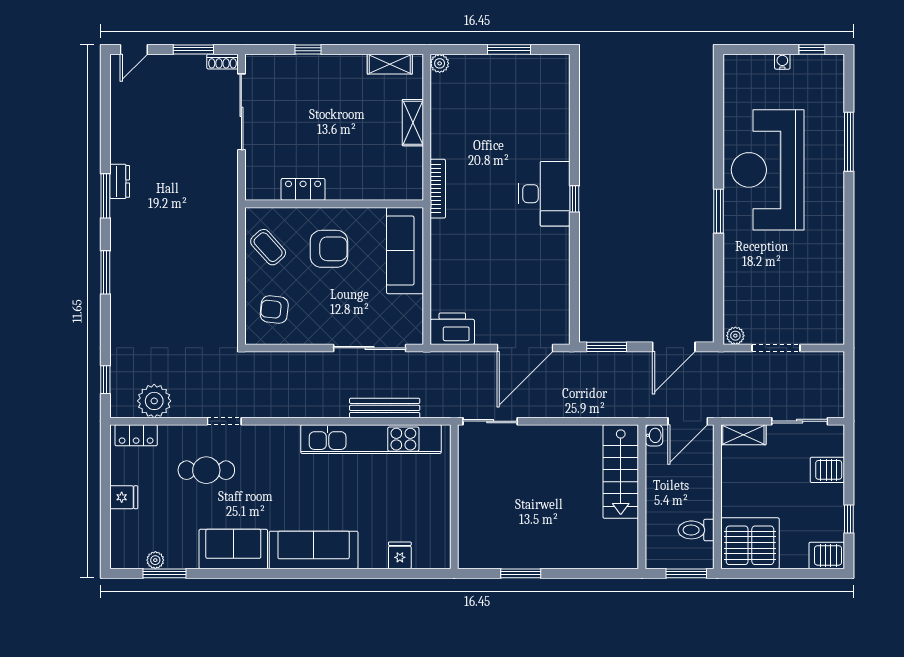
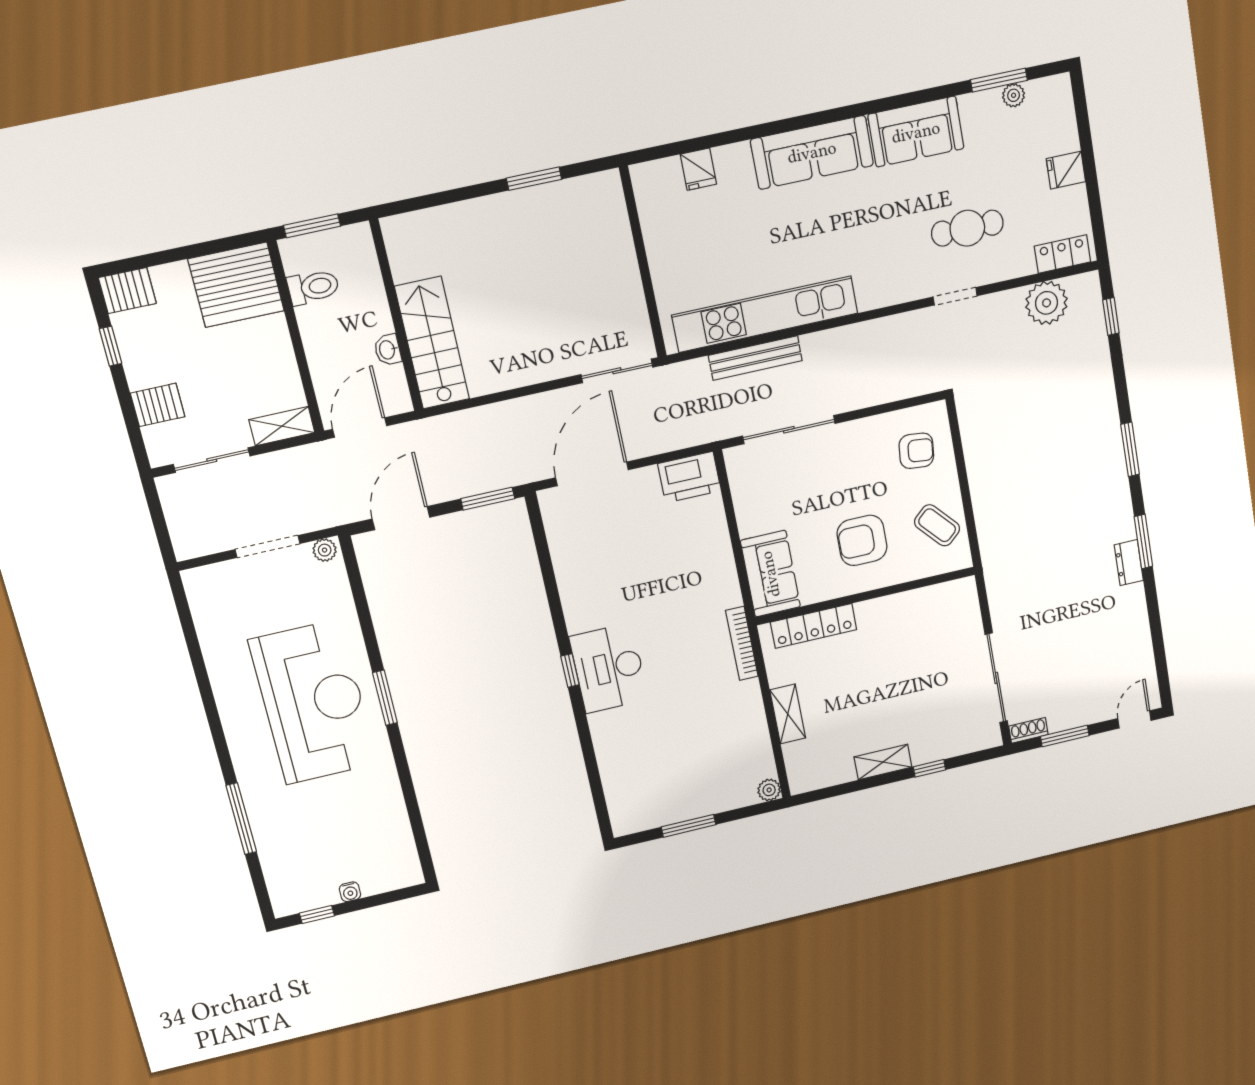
shelving: (390, 64) -> (883, 762), moved
reception desk: (768, 170) -> (313, 702), moved
locker: (303, 189) -> (814, 626), moved, width x1.53
sofa: (405, 251) -> (770, 574), width x0.73
washbasin: (654, 435) -> (388, 350), moved

